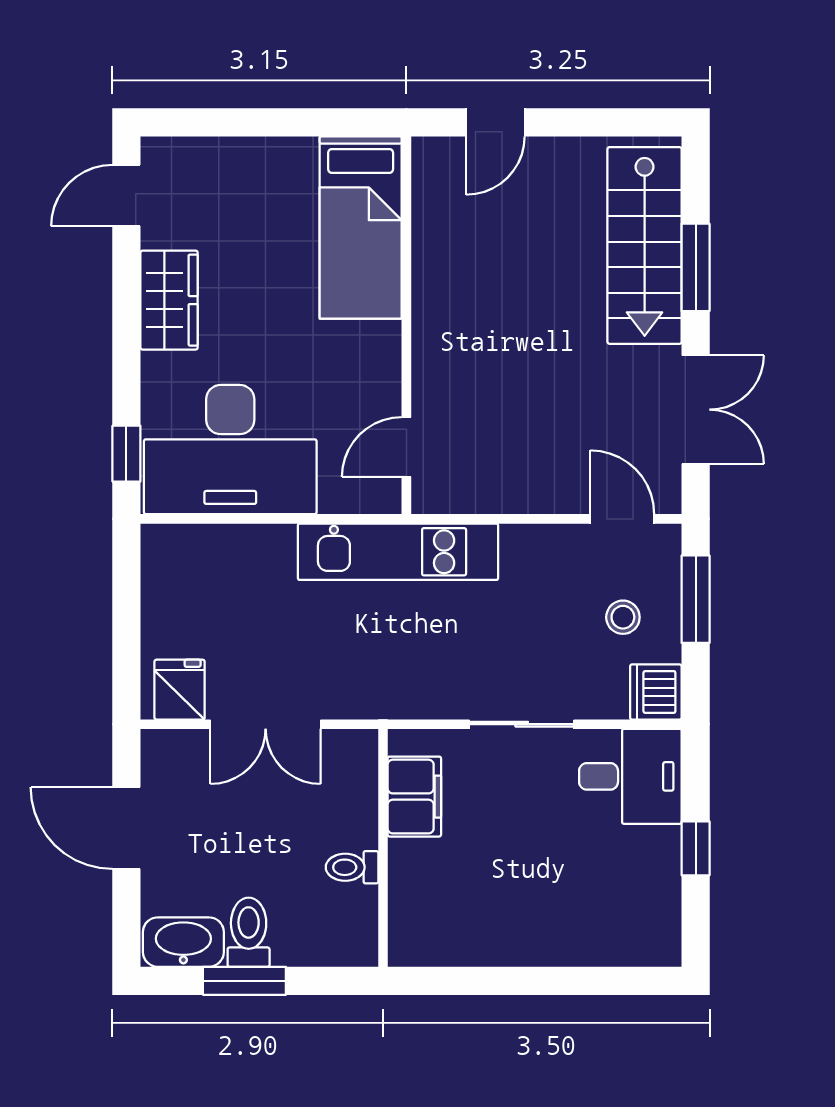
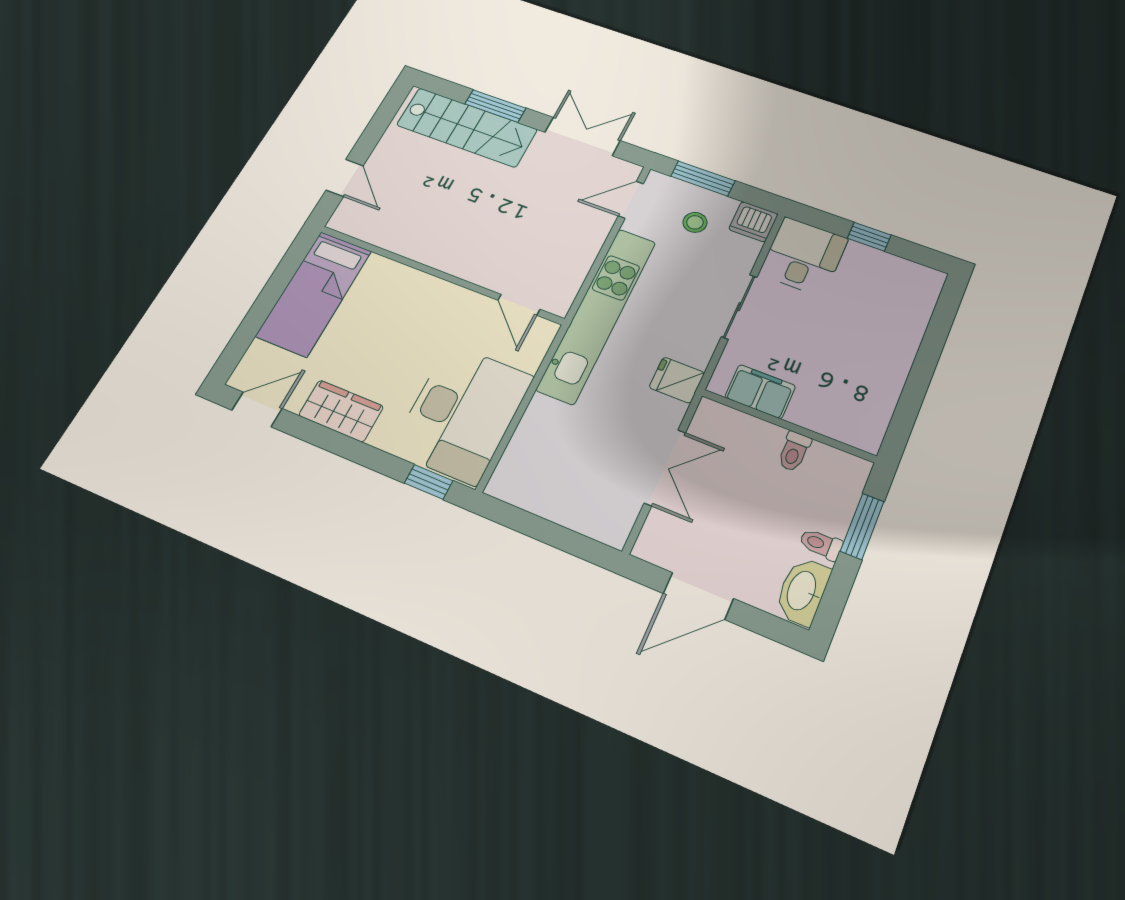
door: (126, 196) -> (257, 409), swing flipped
bed: (361, 228) -> (314, 293), moved, turned 90
kitchen unit: (398, 552) -> (597, 315), width x1.36
fridge: (180, 690) -> (677, 380), moved
toilet: (249, 932) -> (821, 544), width x0.73, depth x0.72
window: (244, 981) -> (862, 526), moved

